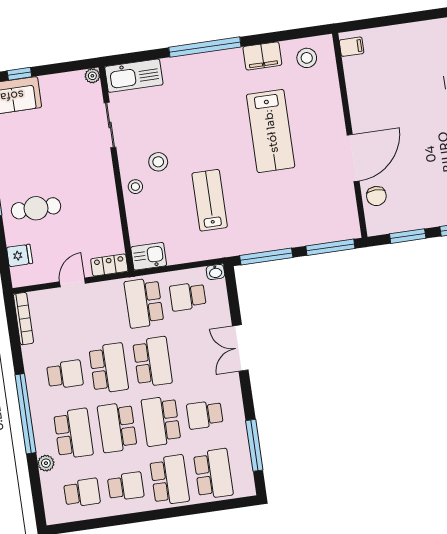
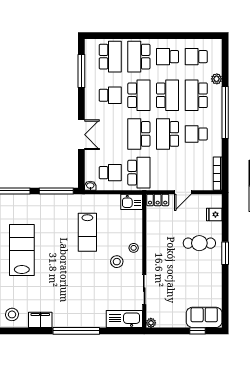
lab bench: (271, 131) -> (22, 250), moved
school desk: (213, 474) -> (110, 57), turned 180

